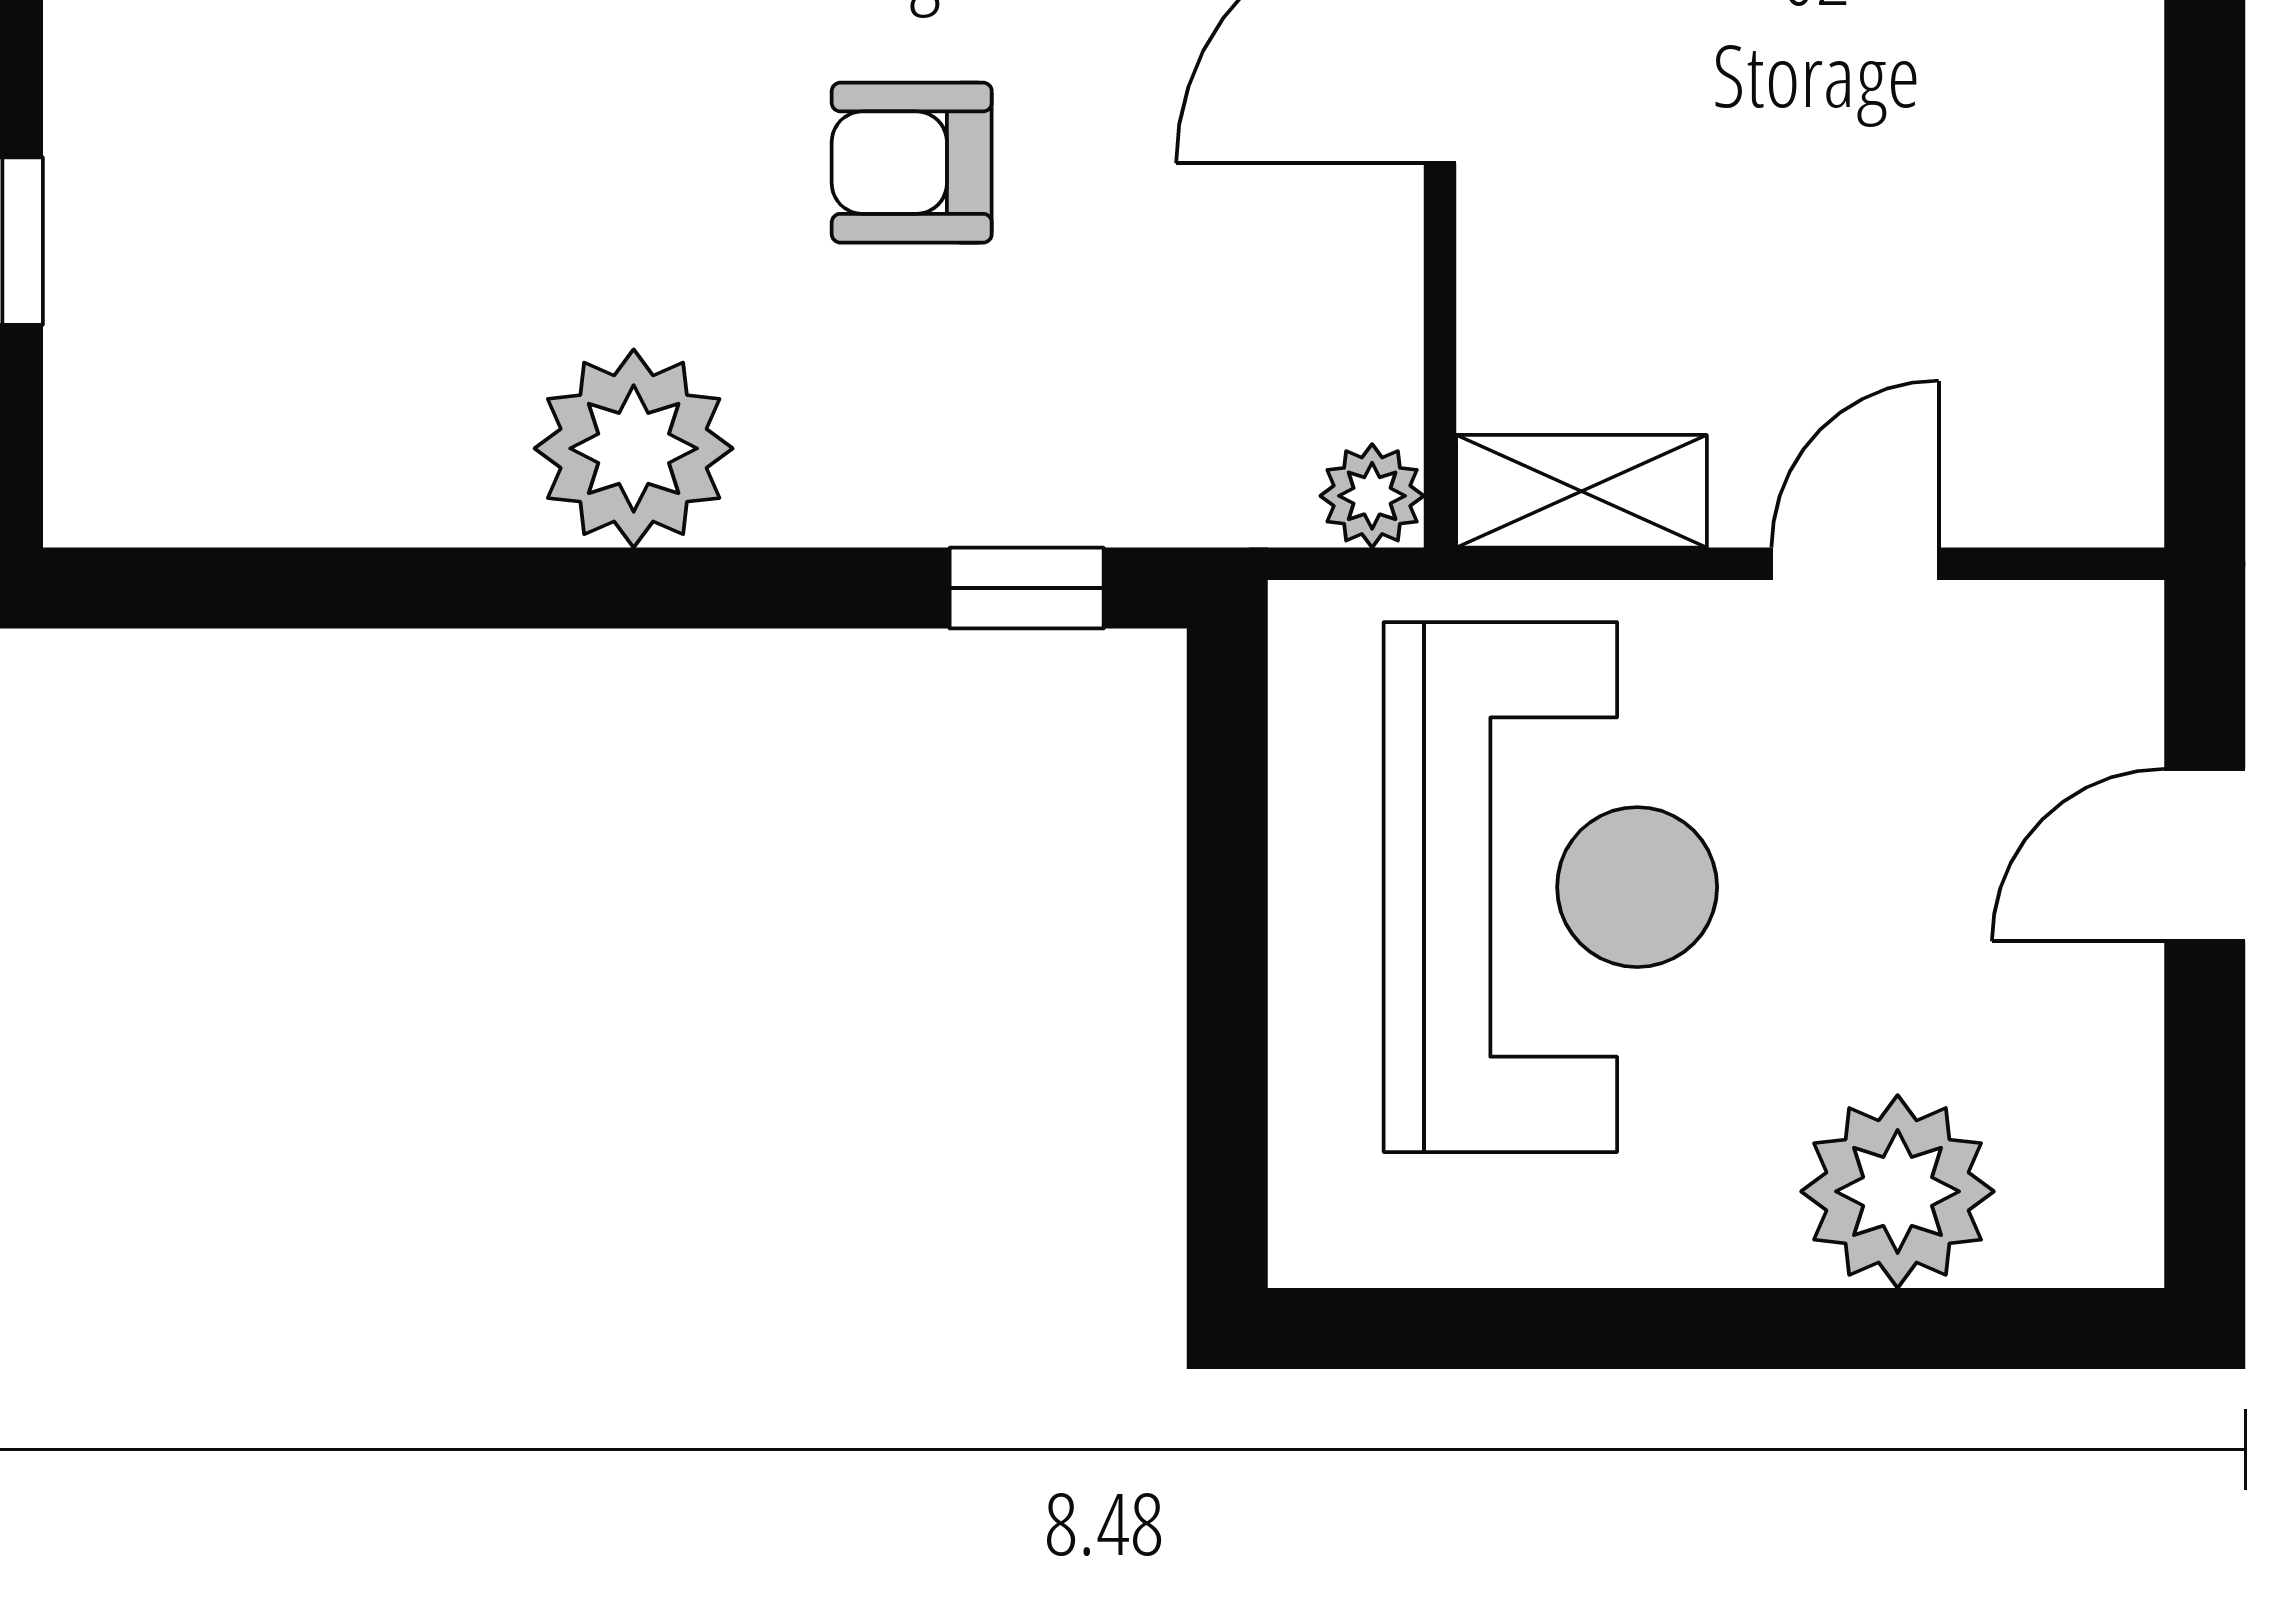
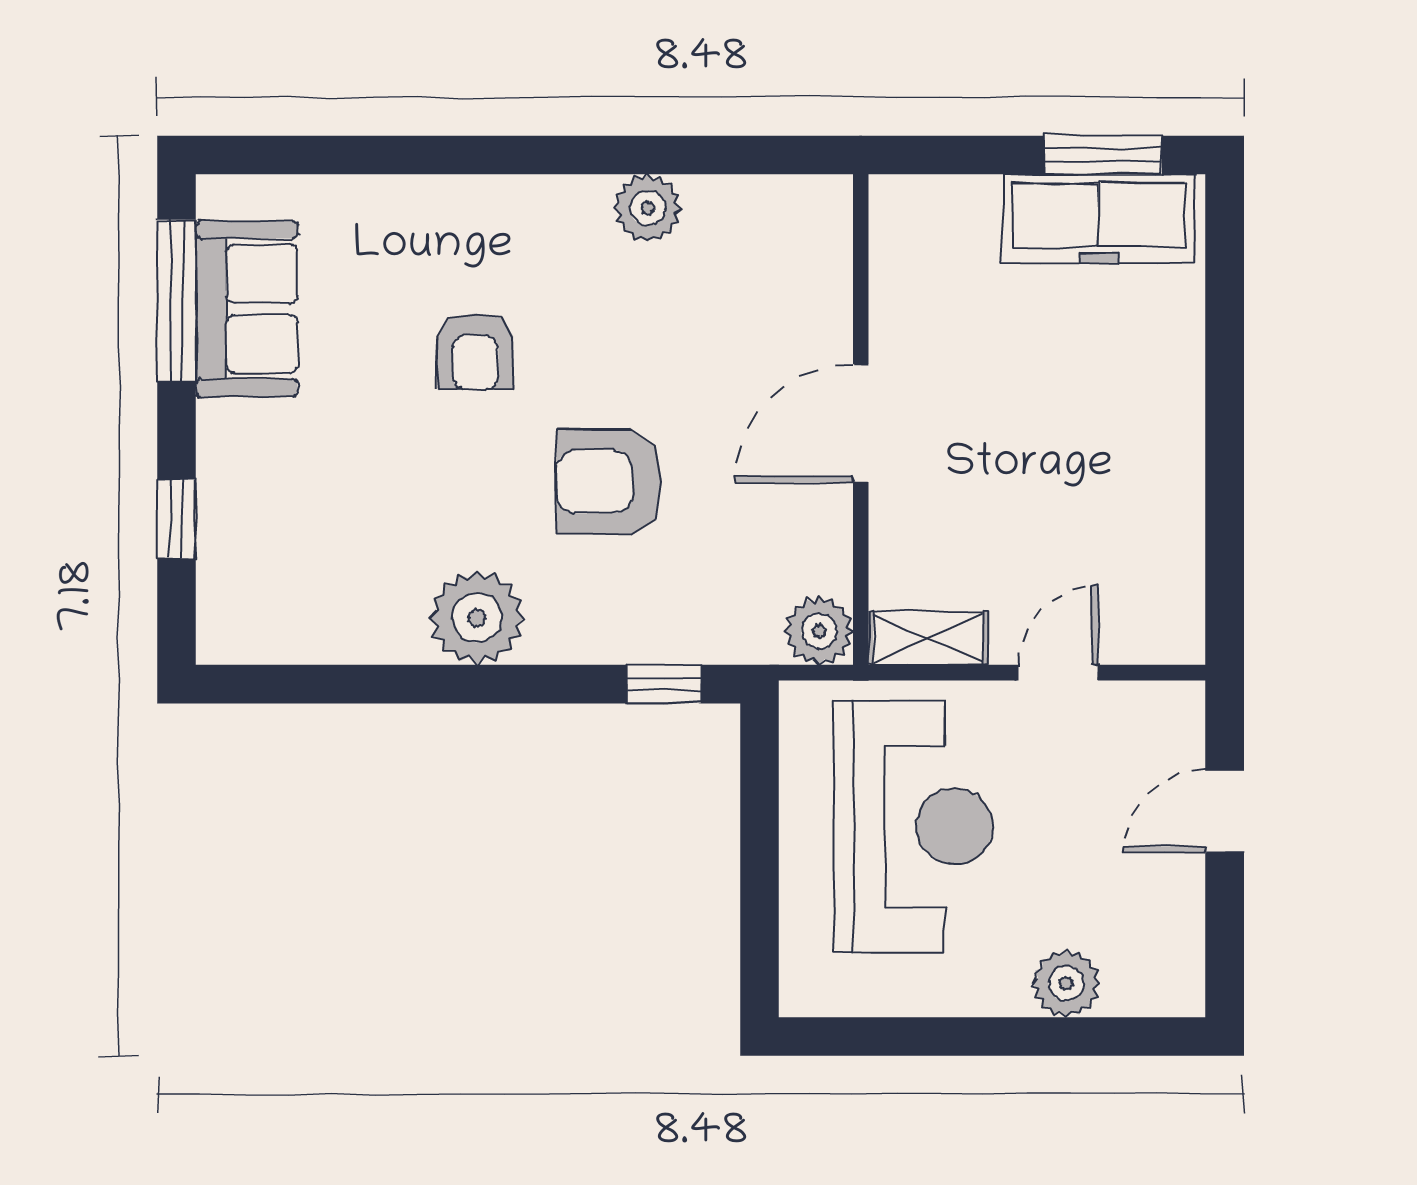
armchair: (912, 163) -> (609, 482), width x1.38, depth x1.38
plant: (1372, 496) -> (819, 631), width x1.38, depth x1.38
plant: (1898, 1191) -> (1066, 984), width x0.73, depth x0.73

